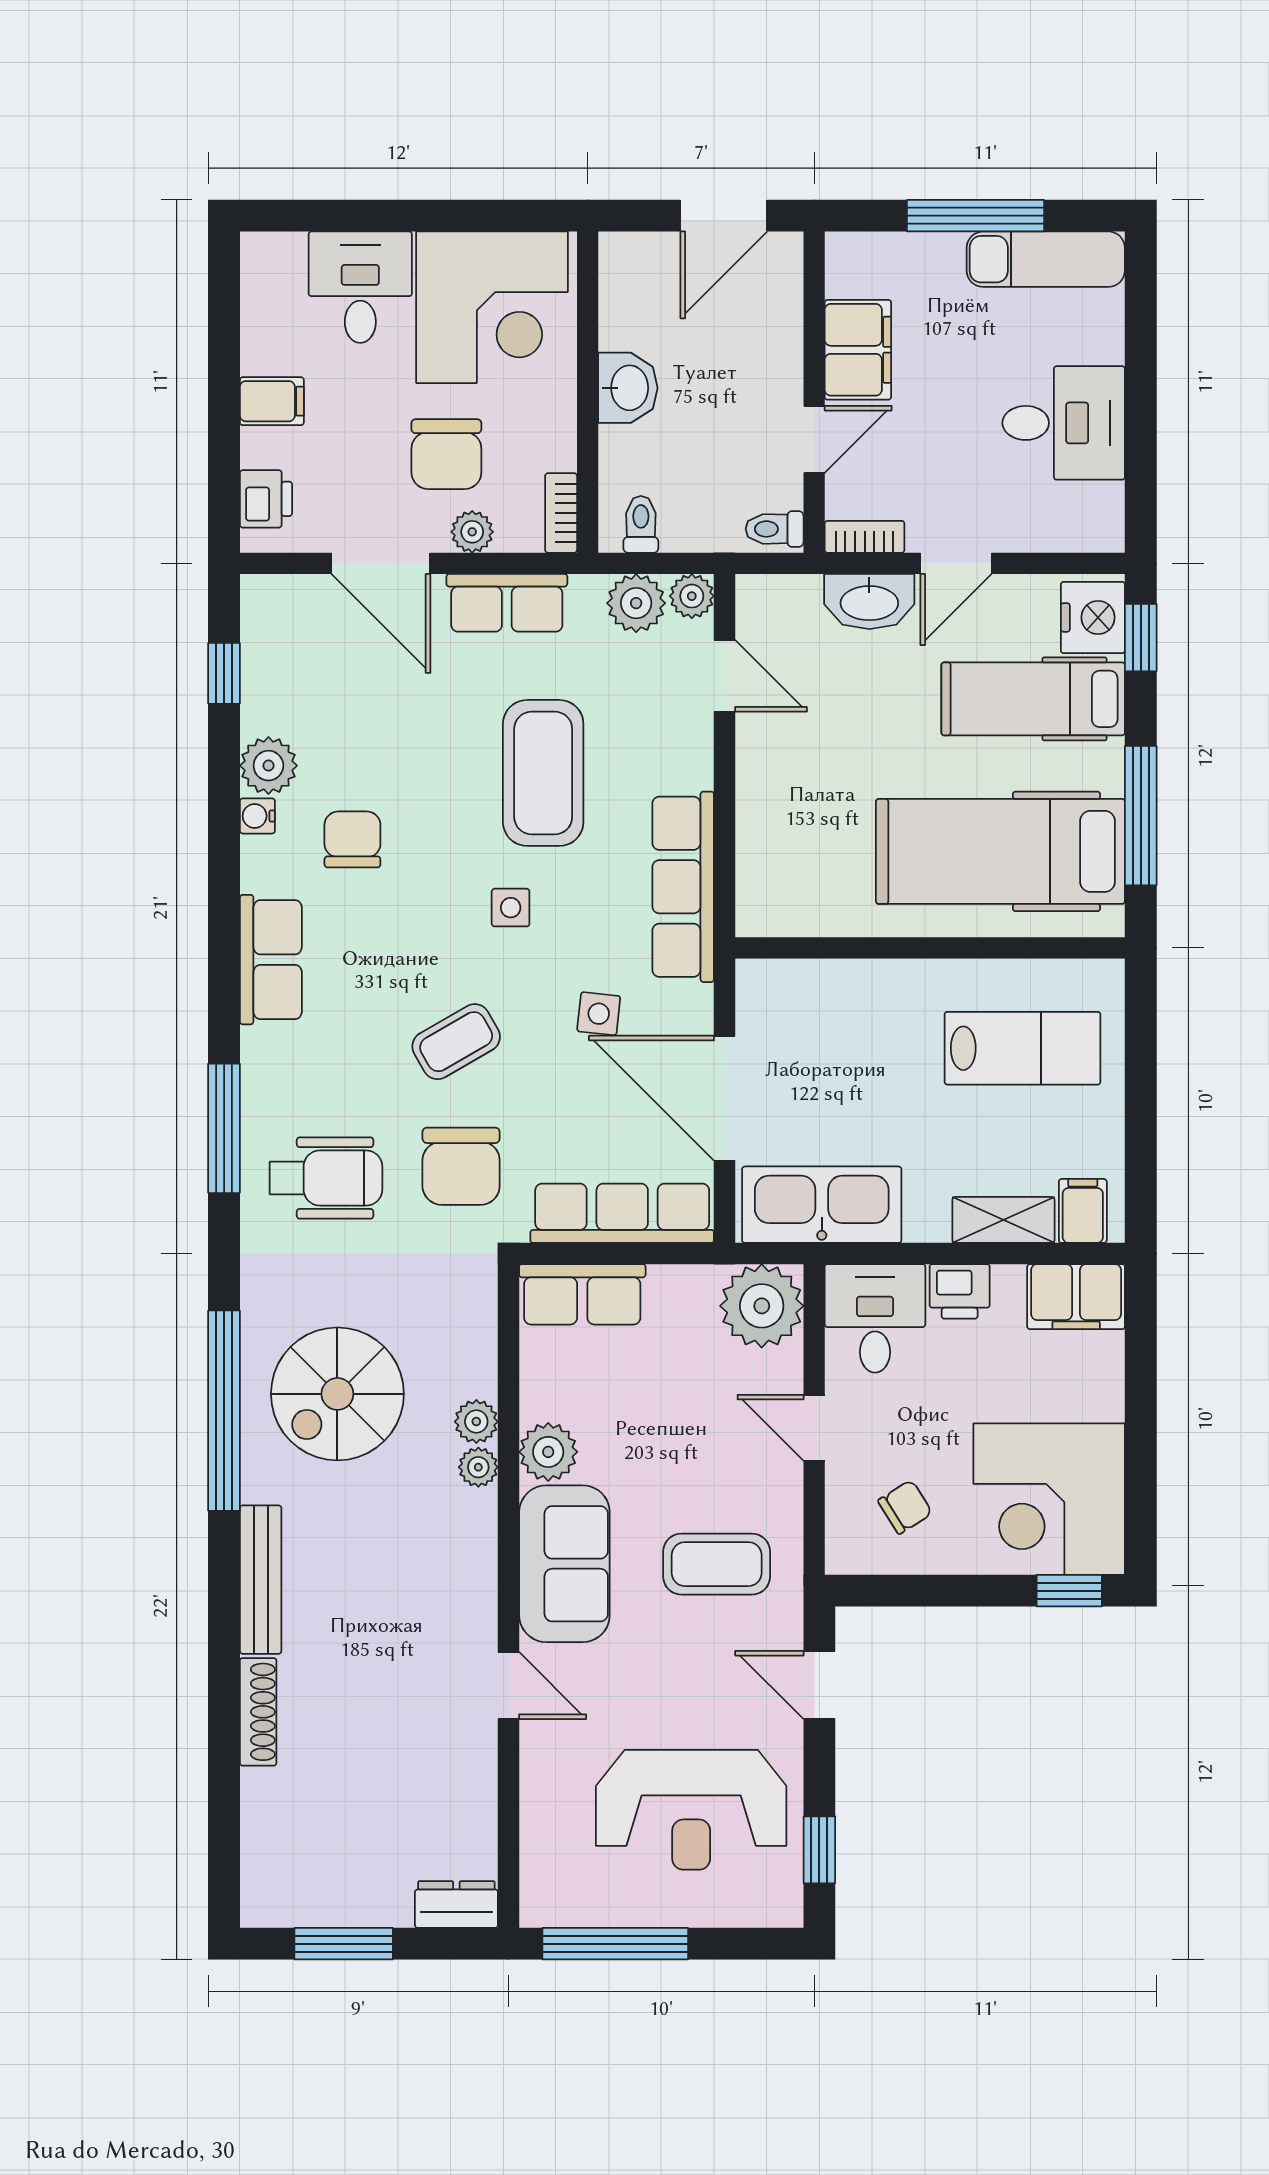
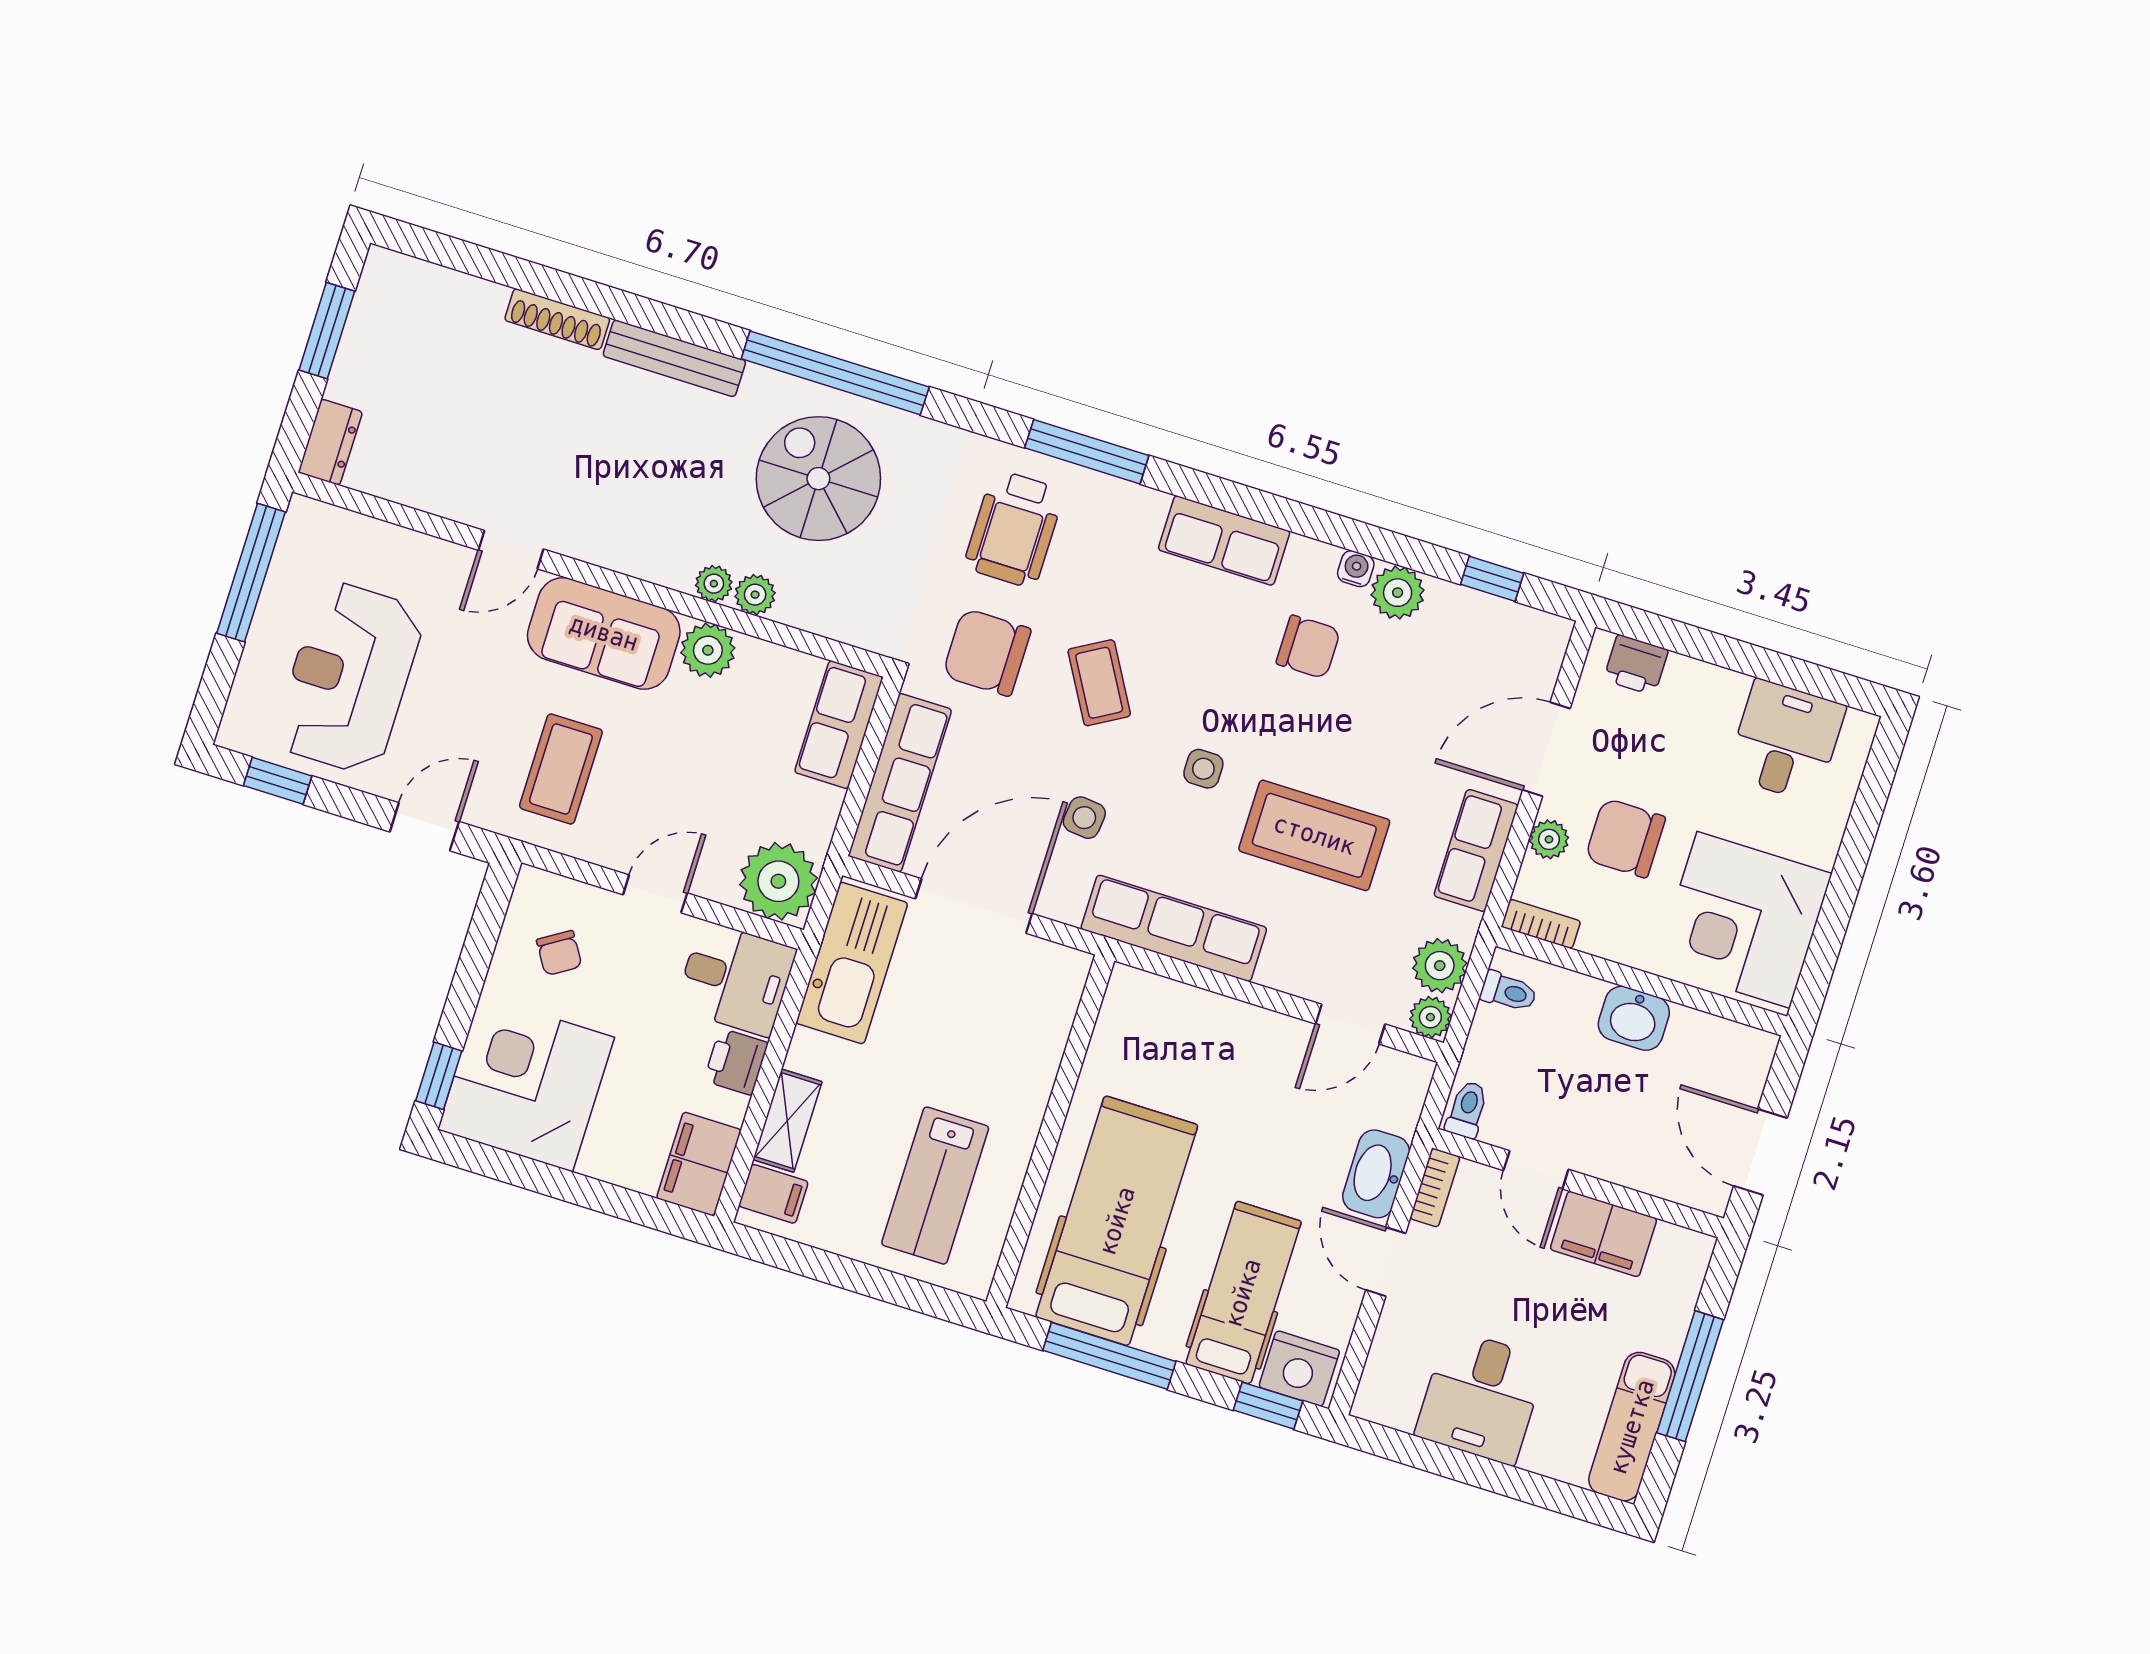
desk: (360, 287) -> (1786, 741), moved, turned -90
filing cabinet: (272, 401) -> (1721, 697), removed

